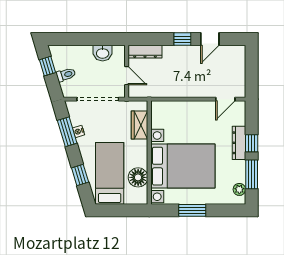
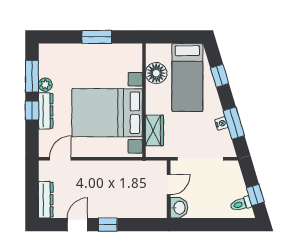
dresser: (145, 52) -> (46, 200), moved, turned 90
washbasin: (103, 53) -> (179, 208), moved, turned 90
toilet: (66, 75) -> (241, 204), moved
door: (127, 76) -> (169, 185), swing flipped
bed with nightstands: (183, 166) -> (107, 113), moved
plant: (239, 189) -> (45, 85), moved

